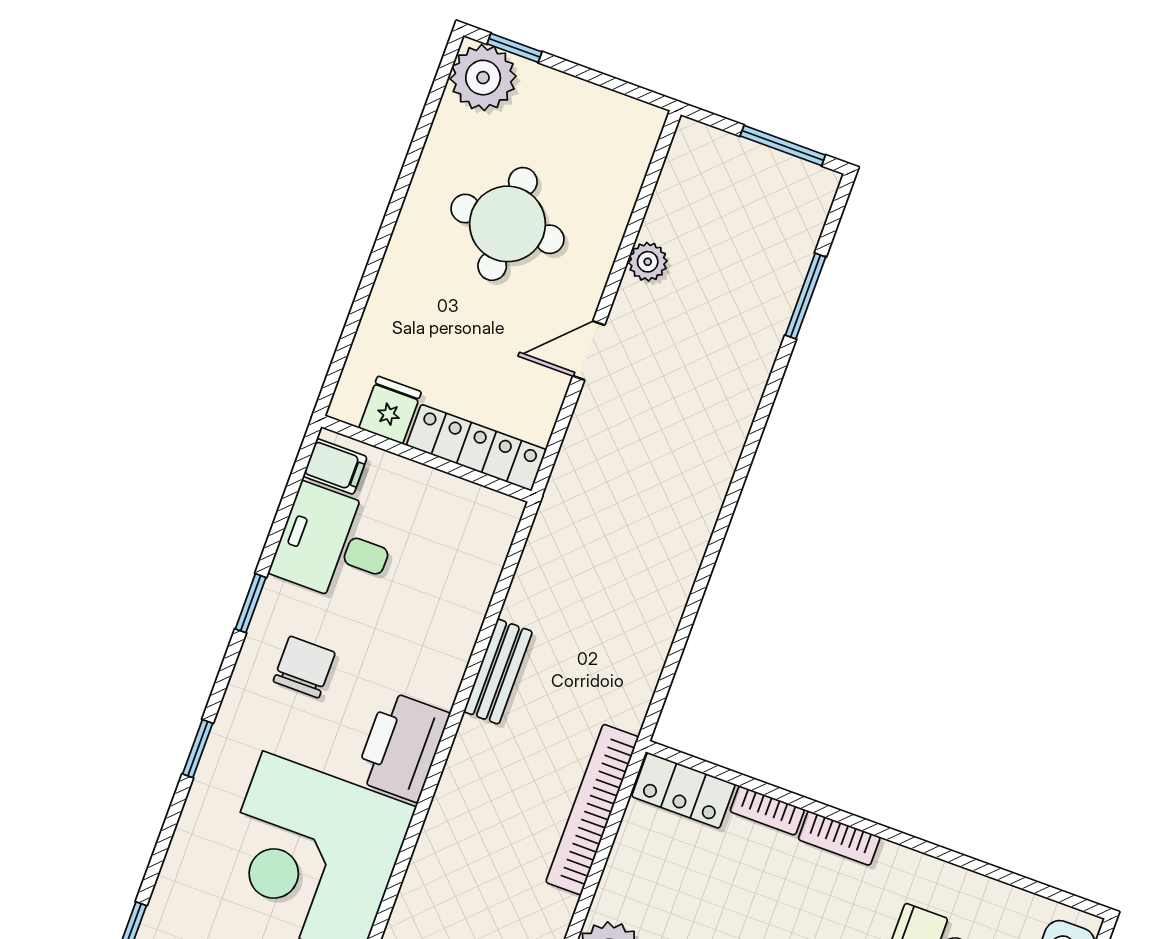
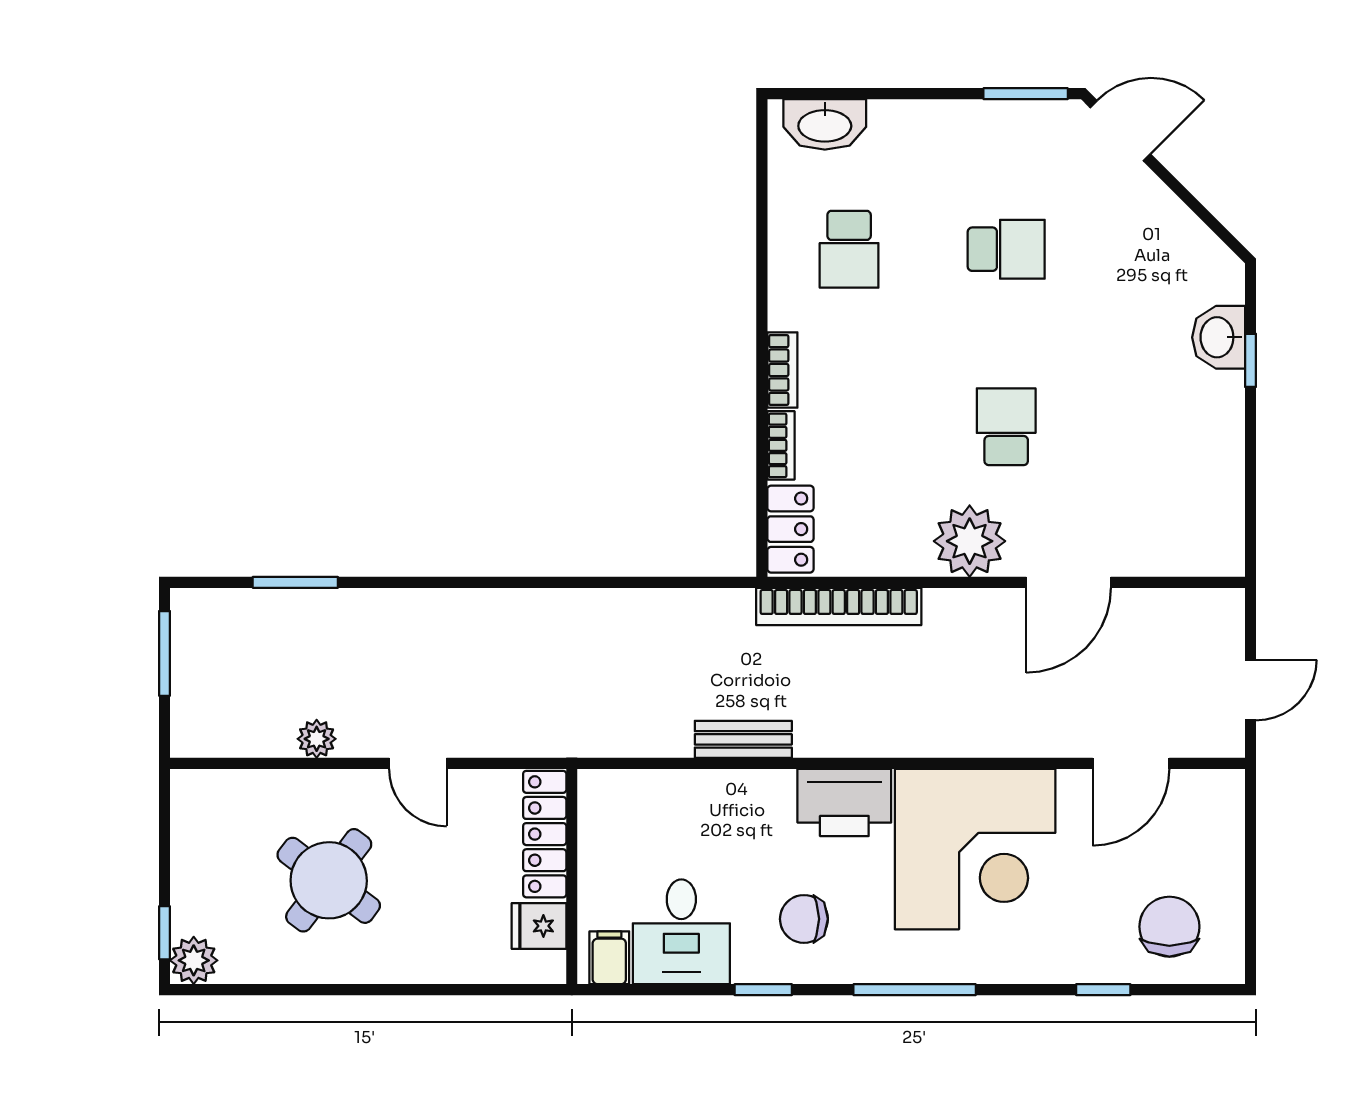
plant: (483, 78) -> (194, 960), width x0.73, depth x0.73
round table: (508, 224) -> (329, 880), turned 37
window: (198, 749) -> (915, 990), width x2.17

